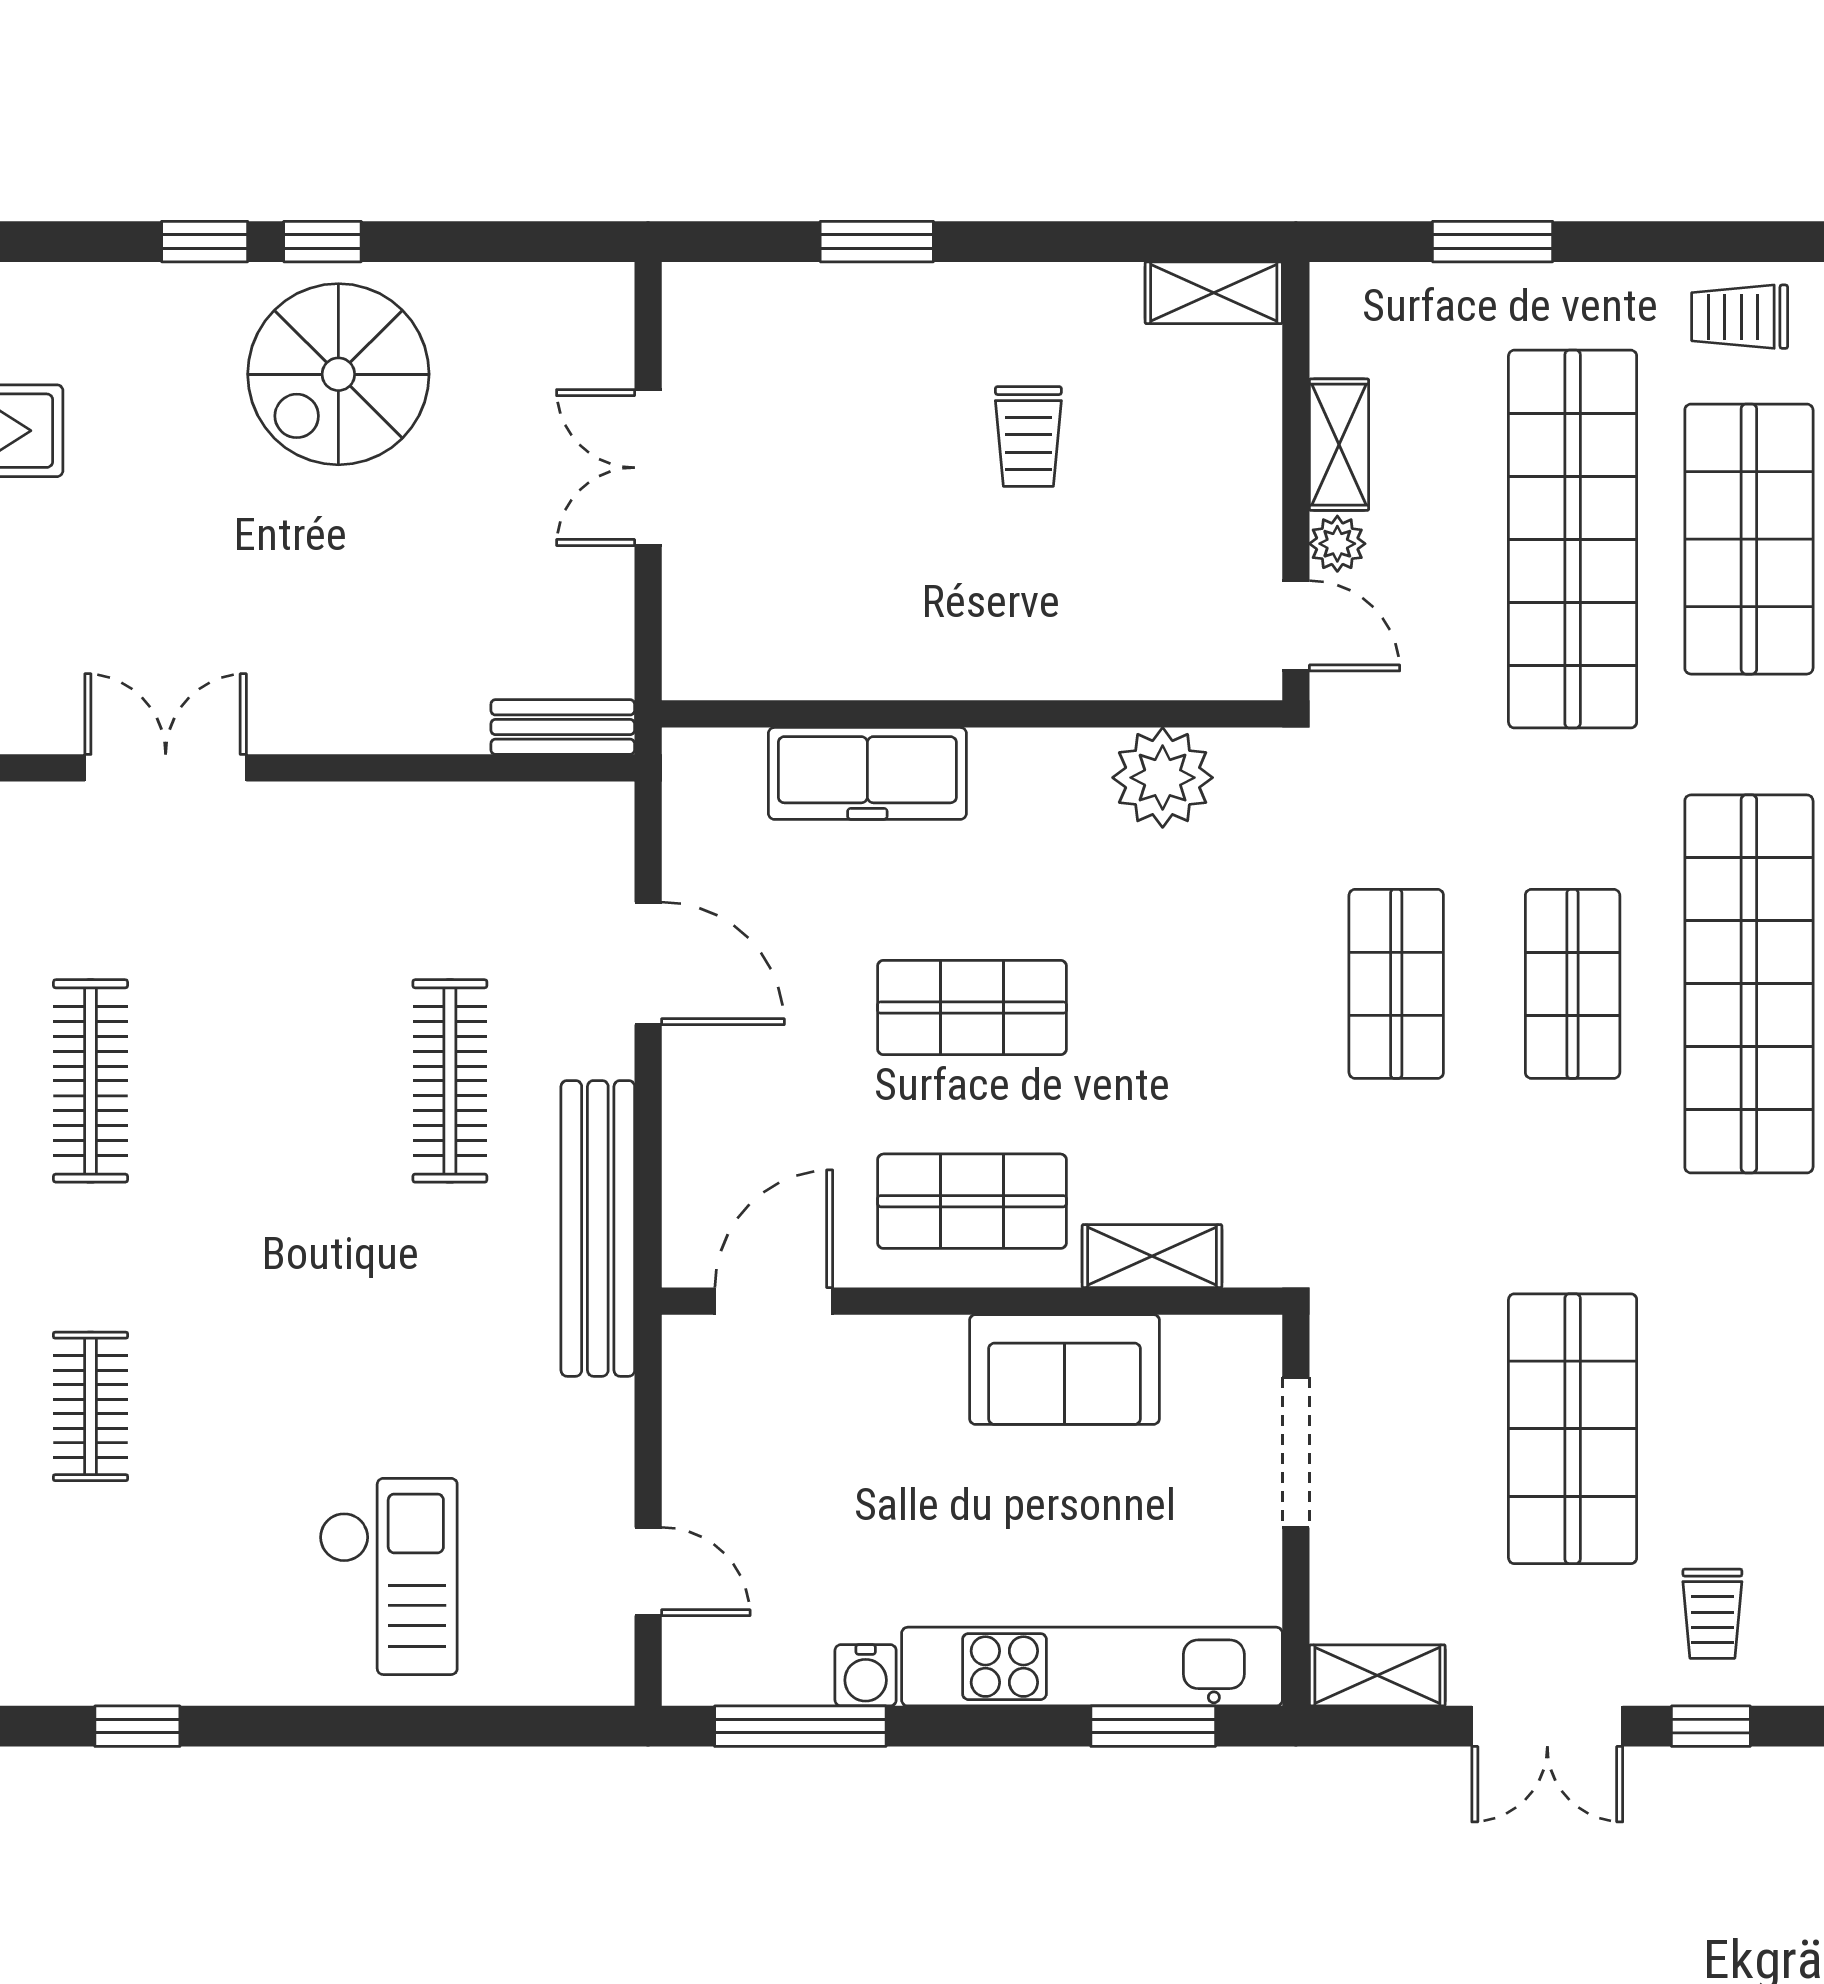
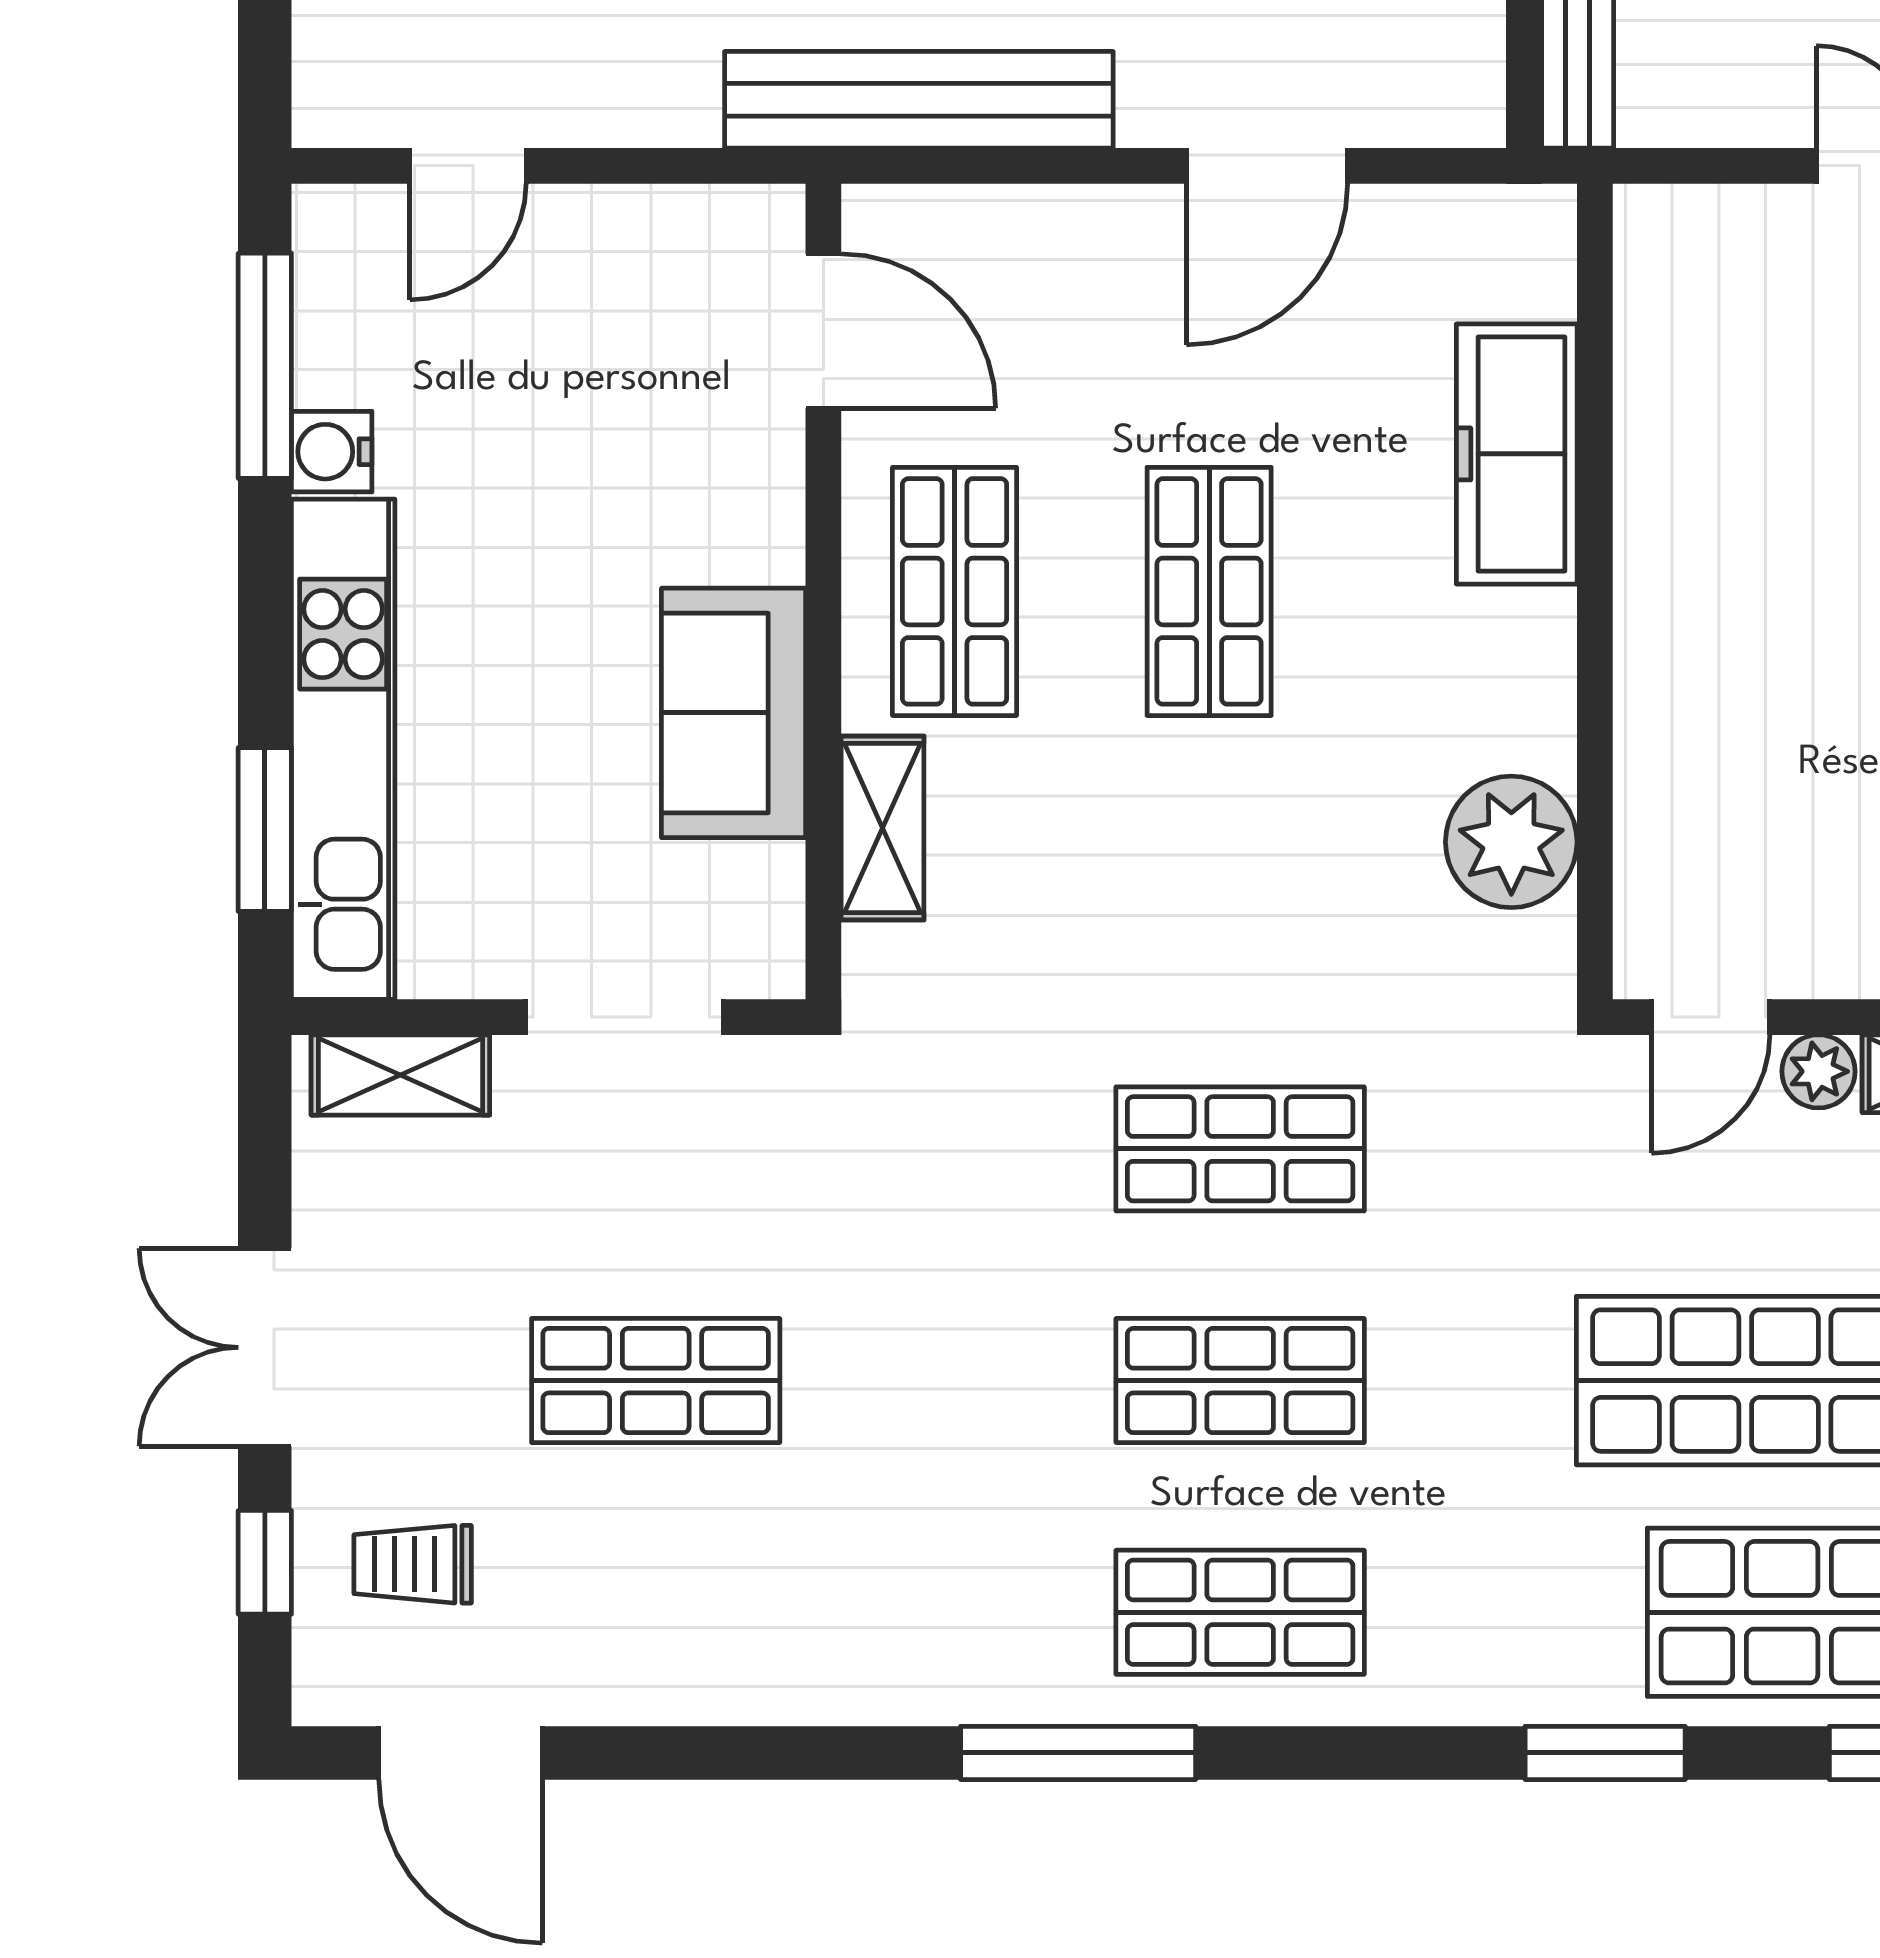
shop shelf: (1749, 984) -> (1240, 1612), width x0.50, depth x0.74
shop shelf: (1573, 1429) -> (656, 1381), width x0.70, depth x0.74
shelving: (1377, 1675) -> (400, 1075), moved, turned 90

